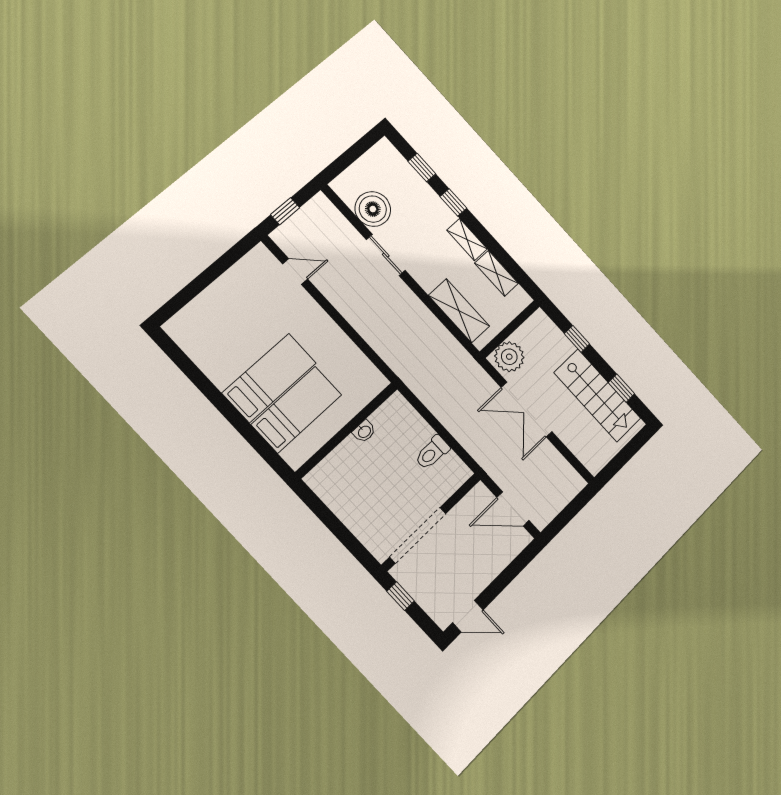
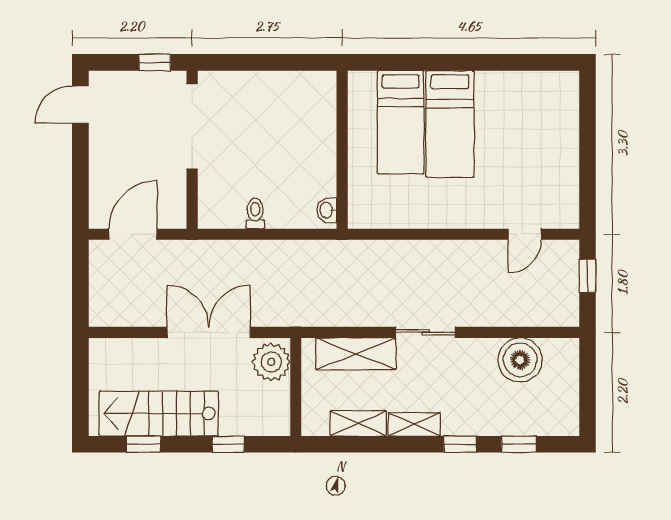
sliding door: (386, 255) -> (426, 332), moved
washbasin: (364, 431) -> (327, 210), moved
toilet: (432, 453) -> (255, 214), width x0.73, depth x0.72

